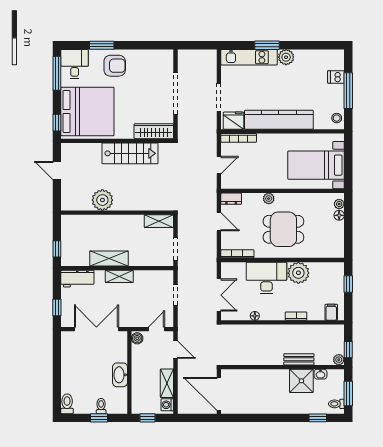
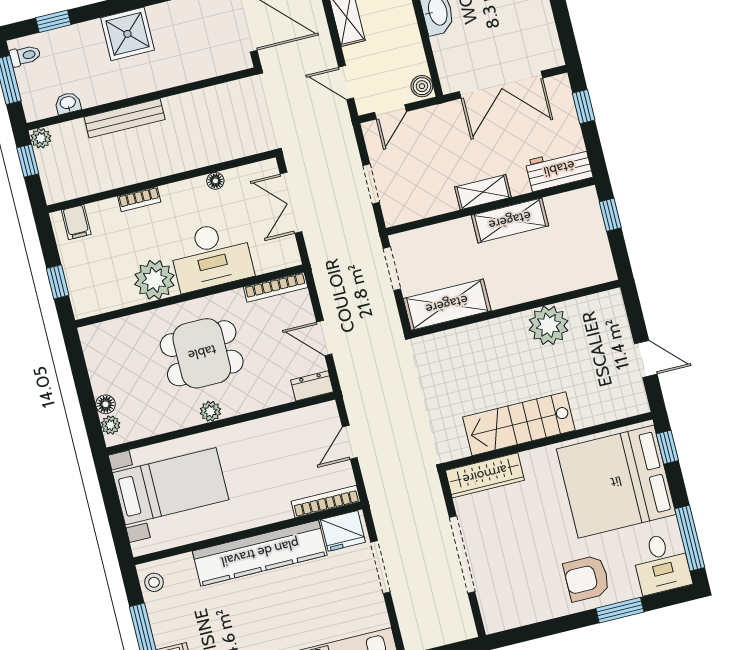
plant: (269, 199) -> (210, 411), moved
shelving: (159, 221) -> (447, 305), width x1.50, depth x1.33
bench: (299, 359) -> (125, 118), width x1.36
shower: (301, 381) -> (128, 34), moved

